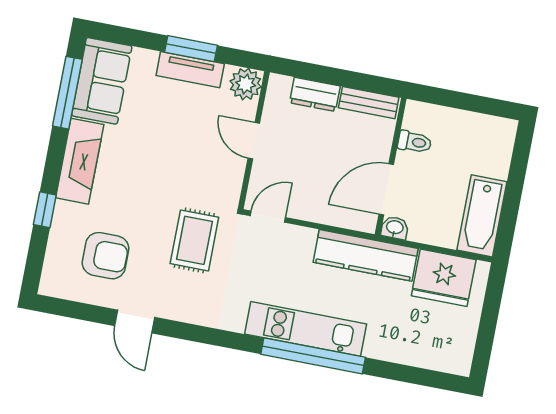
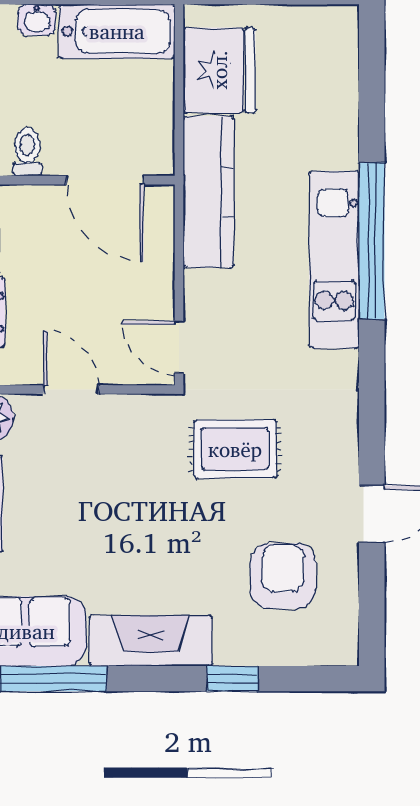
door: (254, 141) -> (71, 390), swing flipped
washbasin: (395, 228) -> (37, 20), moved, turned -90

